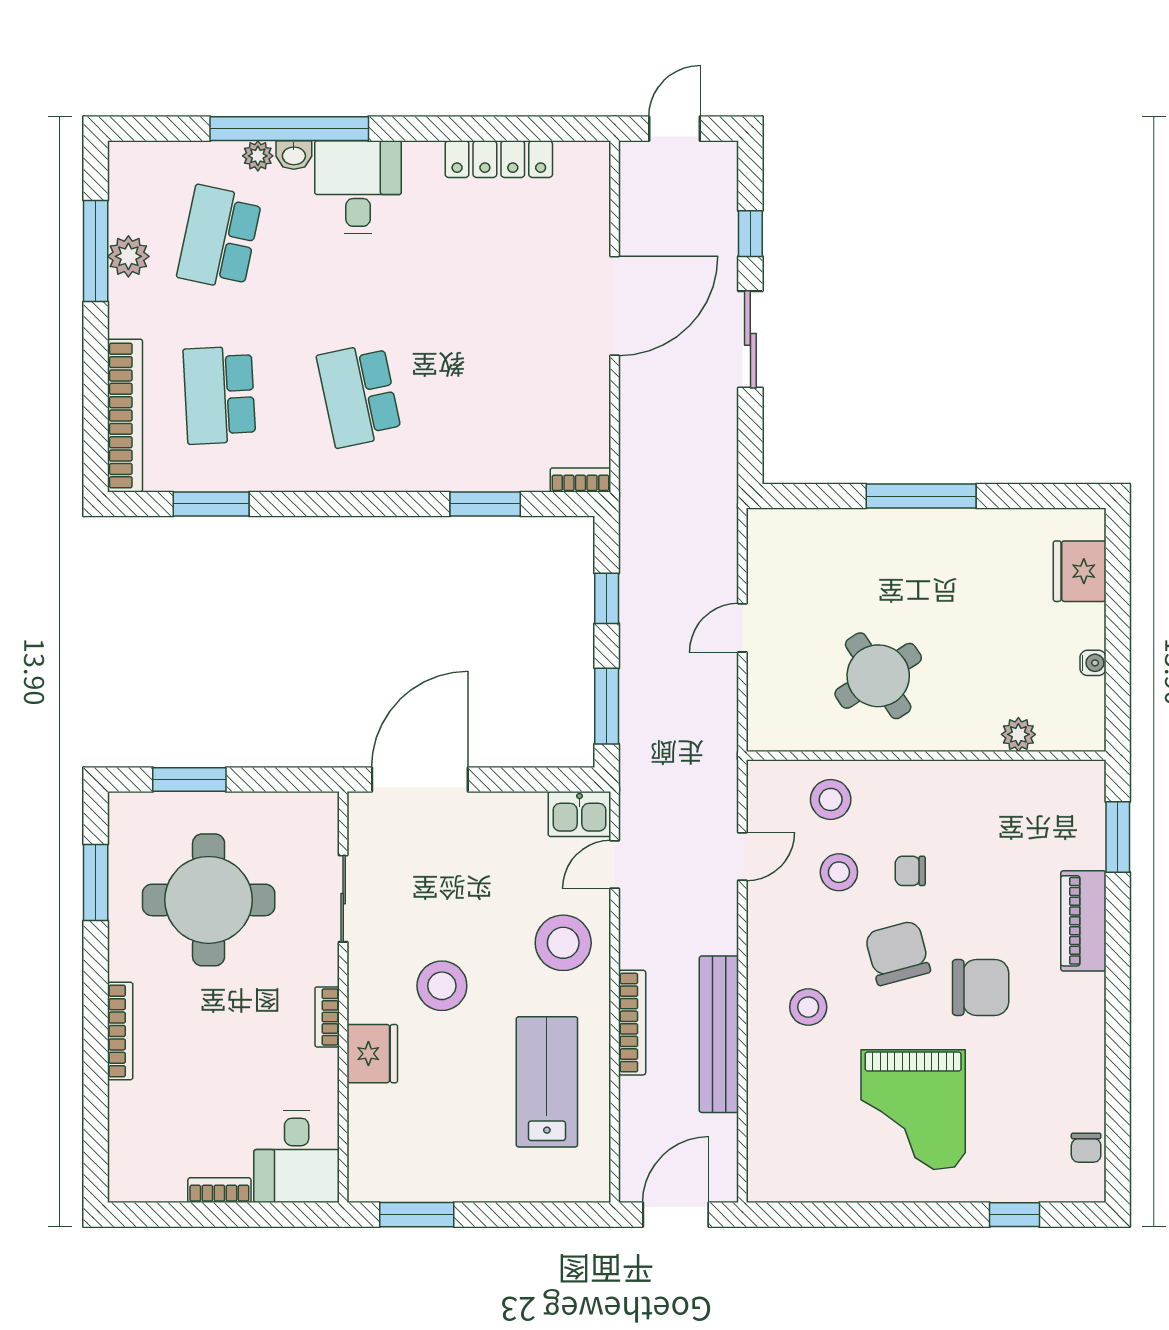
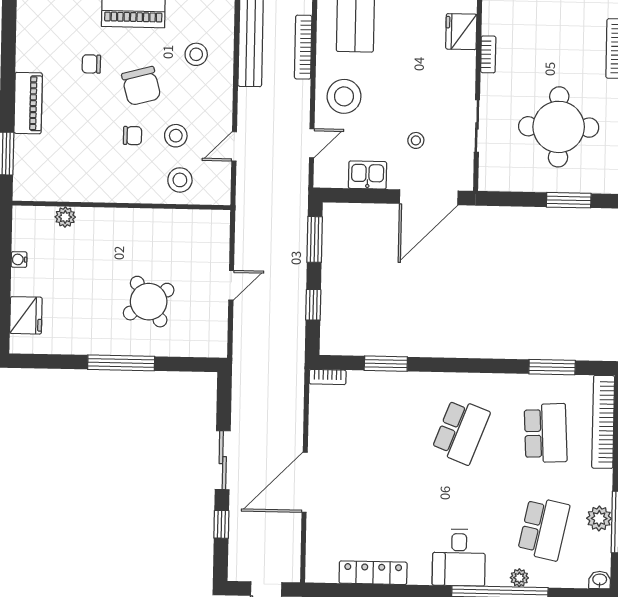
washbasin: (294, 155) -> (600, 580), moved
school desk: (359, 395) -> (461, 431), turned 33
round table: (878, 676) -> (149, 302), moved
kitchen sink: (580, 814) -> (368, 175), moved
stool: (442, 986) -> (416, 140), moved, width x0.53, depth x0.53
chair: (981, 987) -> (91, 64), width x0.54, depth x0.54

